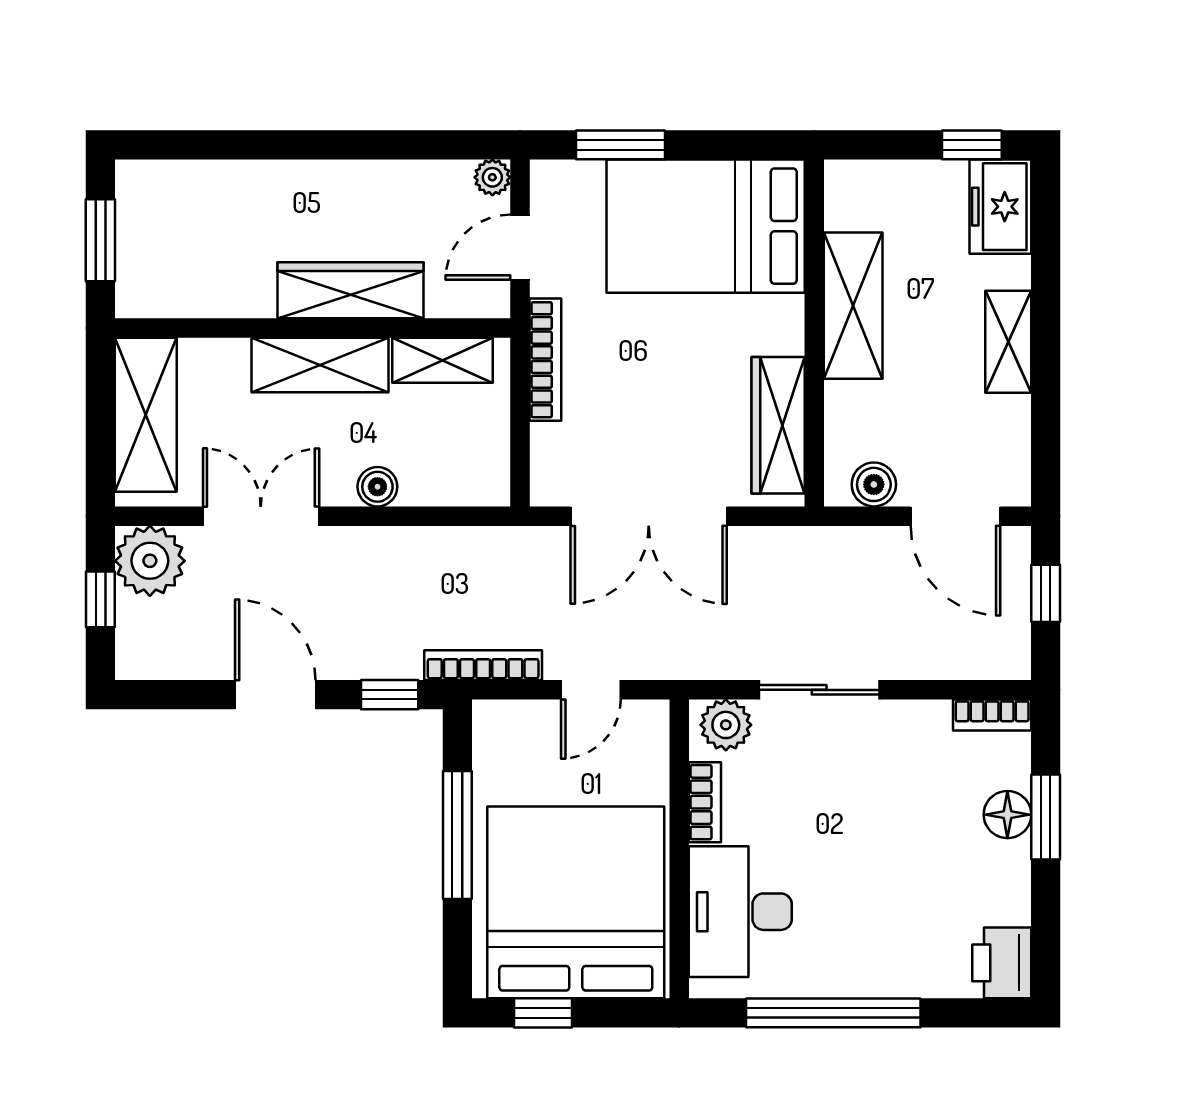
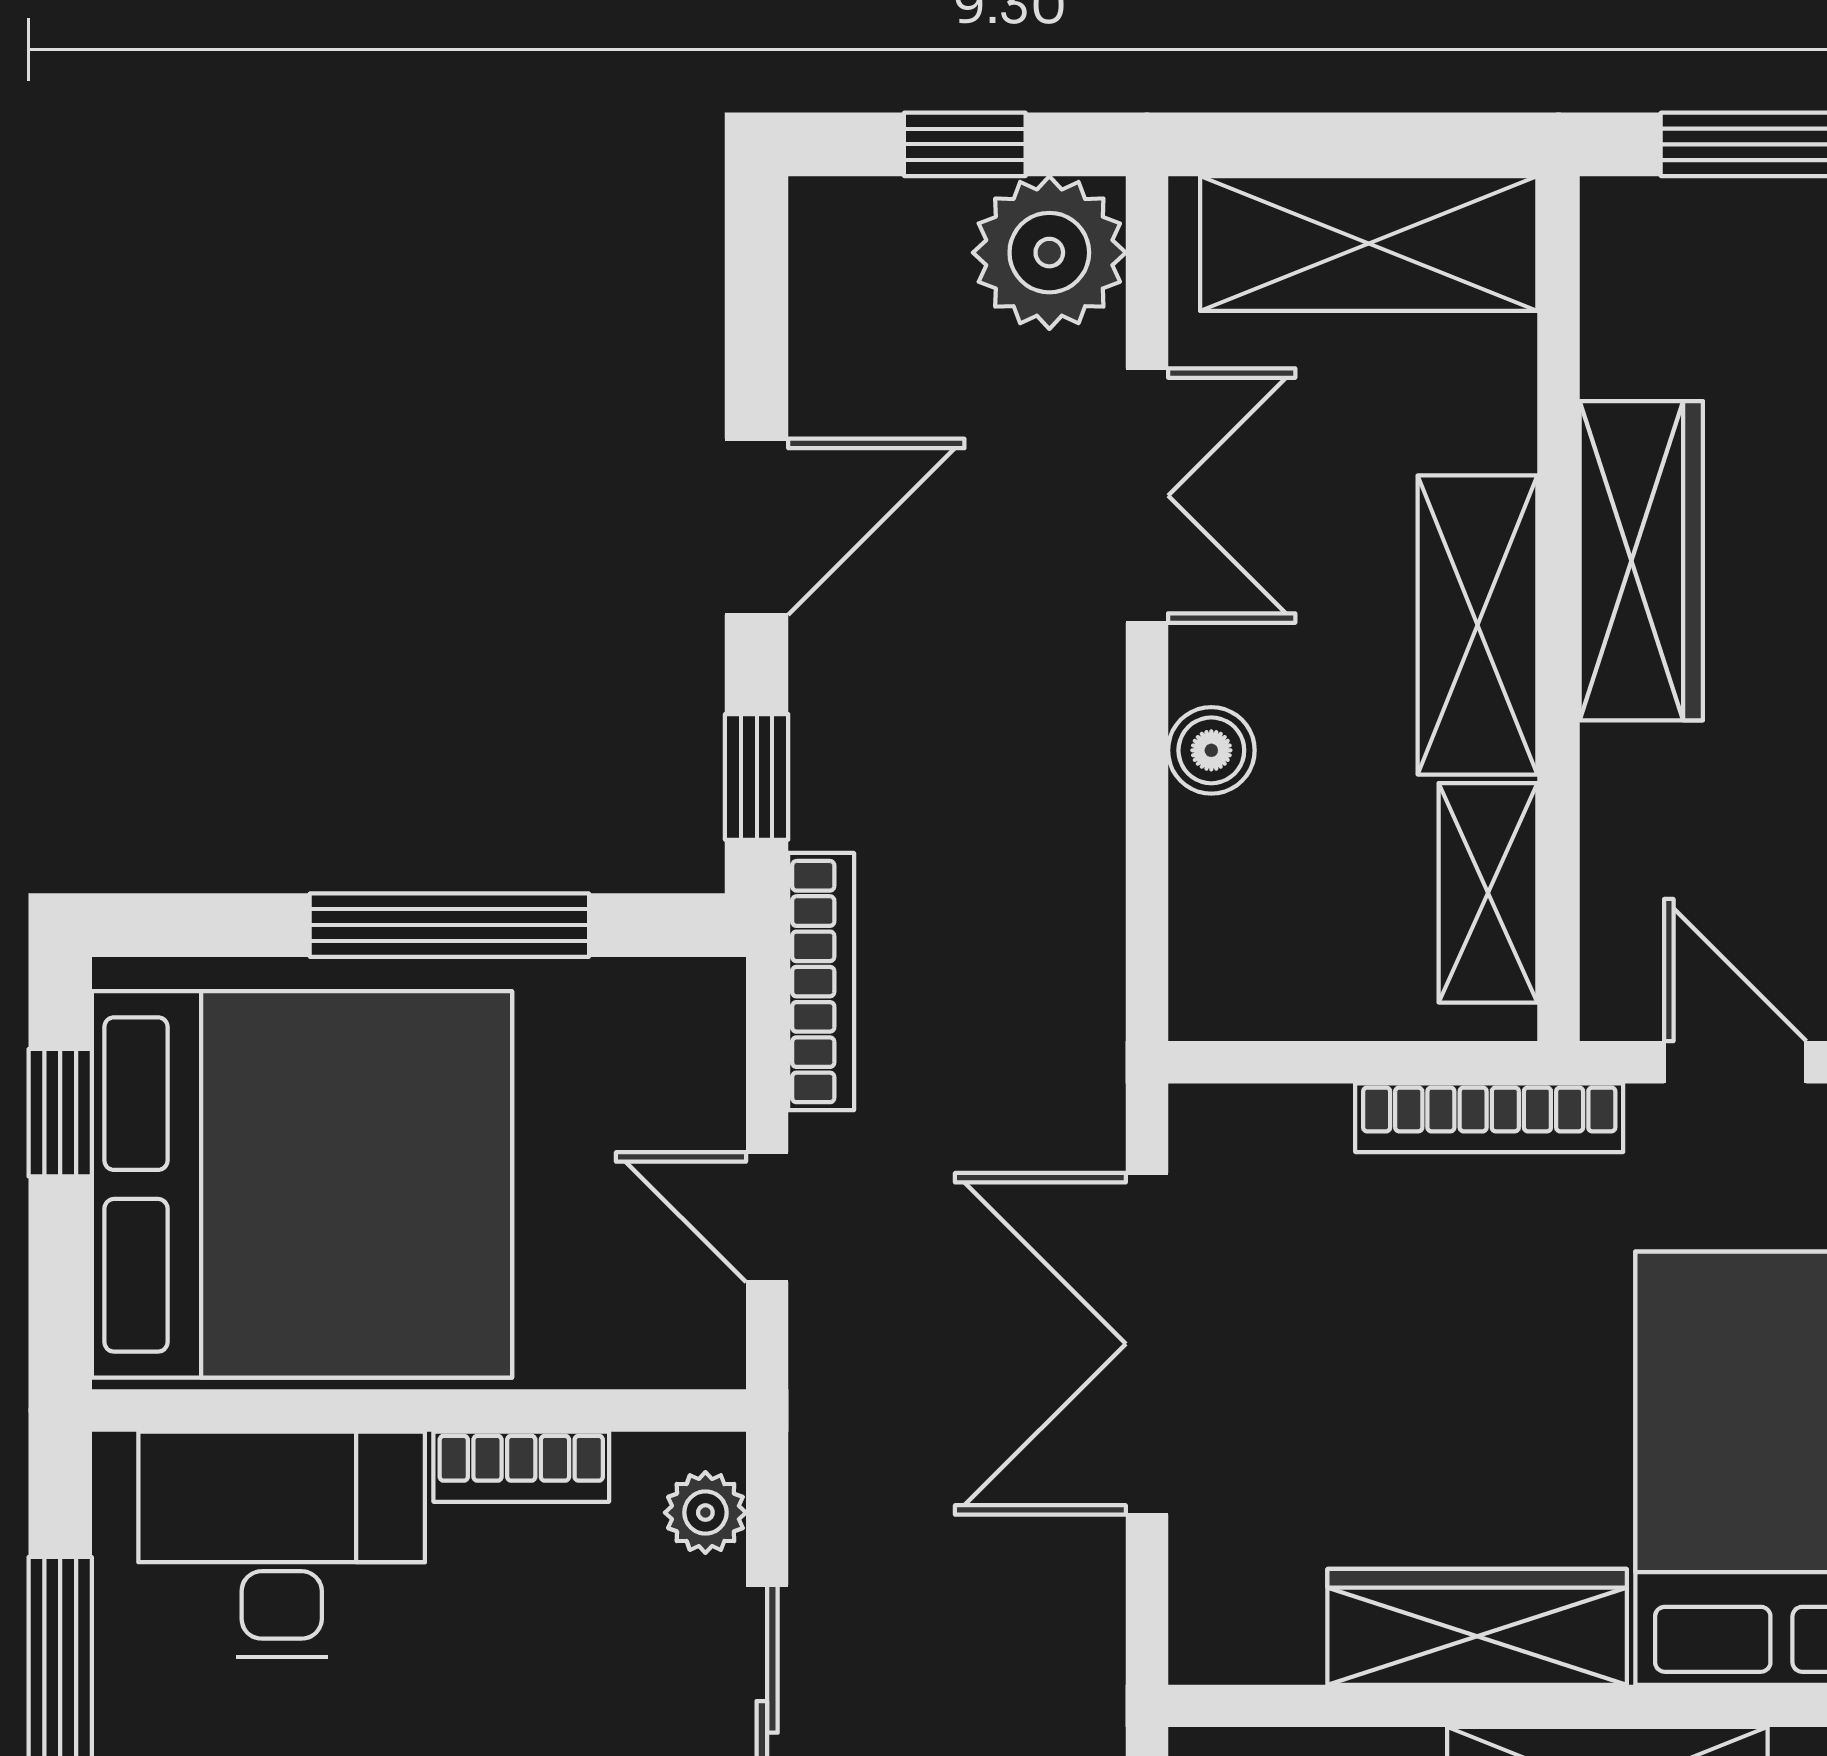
wardrobe: (350, 290) -> (1641, 561), moved
wardrobe: (778, 425) -> (1477, 1627), moved
plant: (726, 725) -> (705, 1513), width x0.73, depth x0.73

